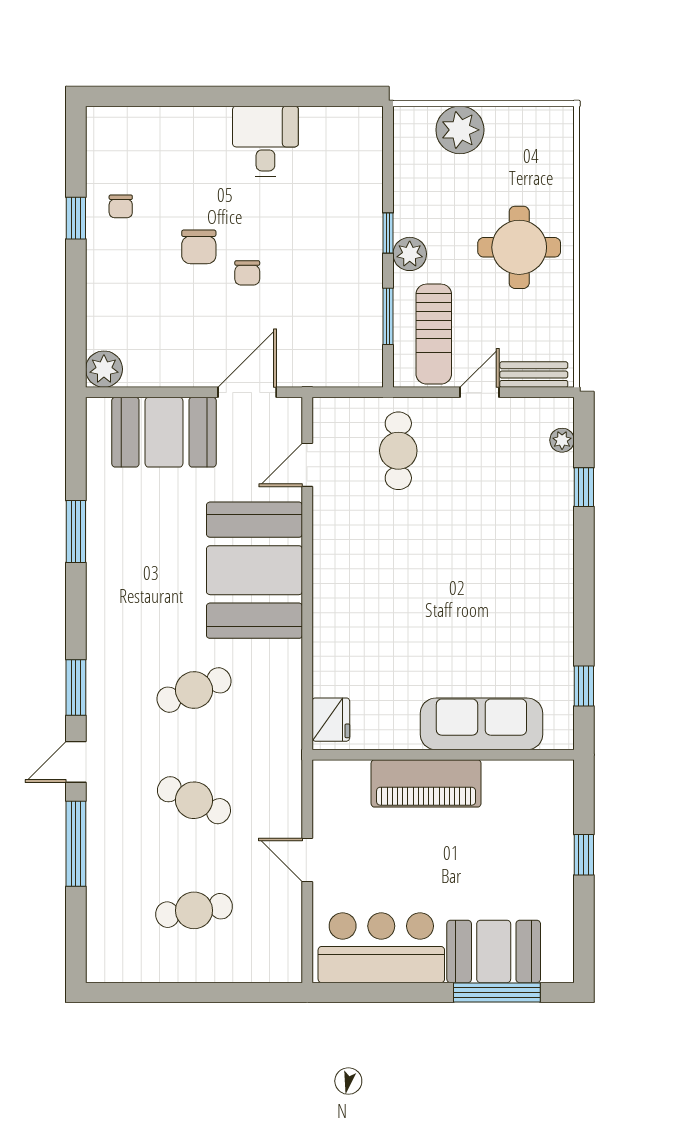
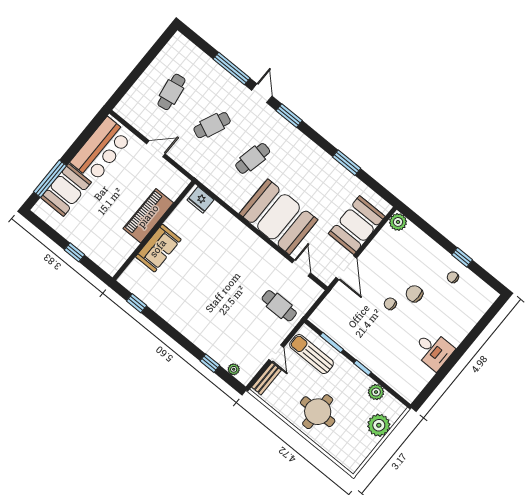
plant: (410, 254) -> (376, 392), moved
cafe table: (194, 690) -> (253, 158), turned 33
sofa: (481, 724) -> (158, 248), width x0.73

